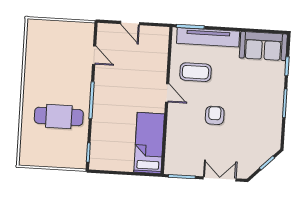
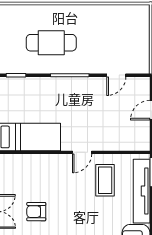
armchair: (215, 115) -> (36, 212), moved, turned 180
cafe table: (59, 116) -> (51, 43), turned 90

